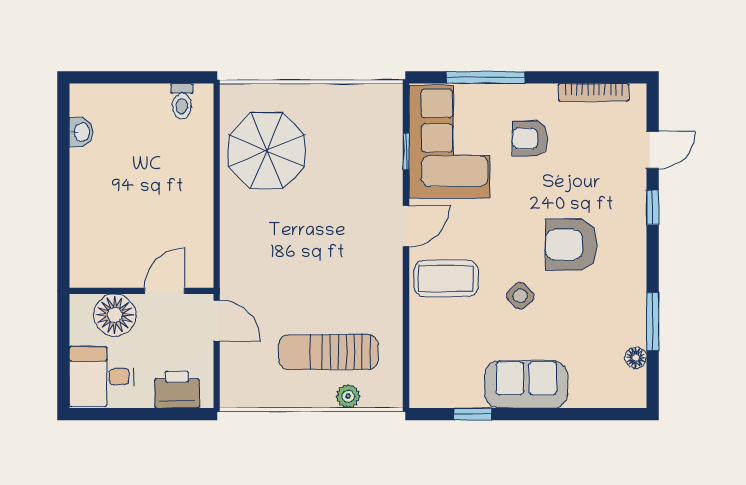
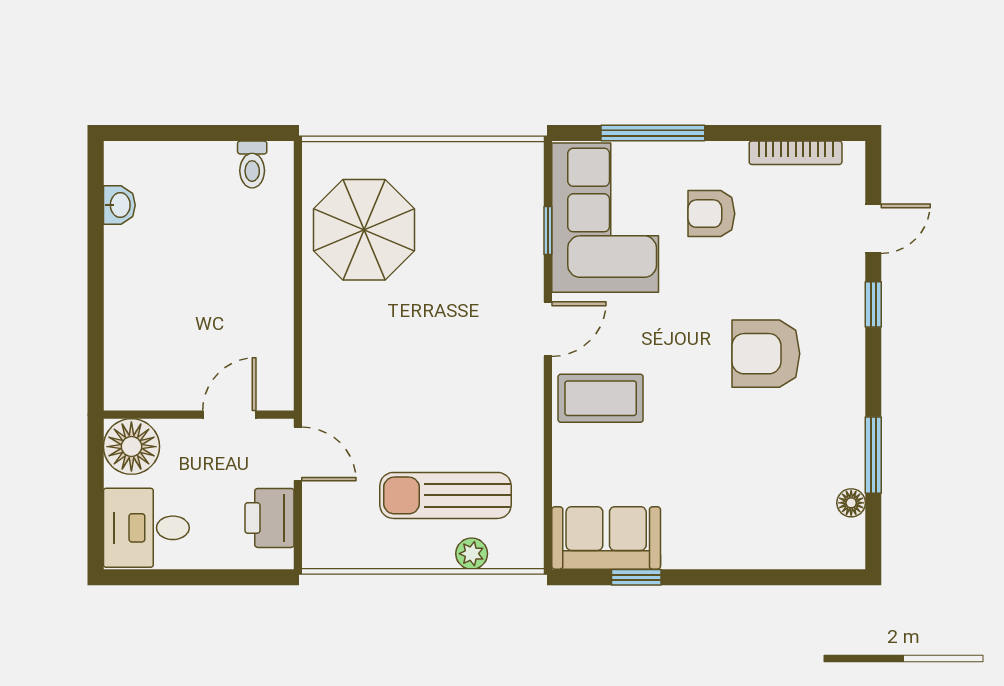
side table: (520, 296) -> (699, 421), removed
floor lamp: (115, 315) -> (131, 447), moved
sofa: (526, 384) -> (606, 538), moved
printer: (177, 390) -> (270, 518), moved, turned -90

